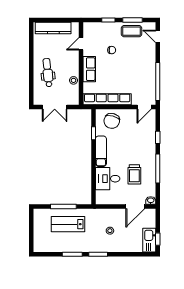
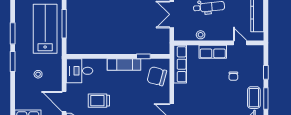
row of seats: (107, 99) -> (180, 64), width x0.73
desk: (108, 179) -> (79, 71), moved, turned -90
lab bench: (68, 224) -> (45, 29), width x1.36, depth x1.39

